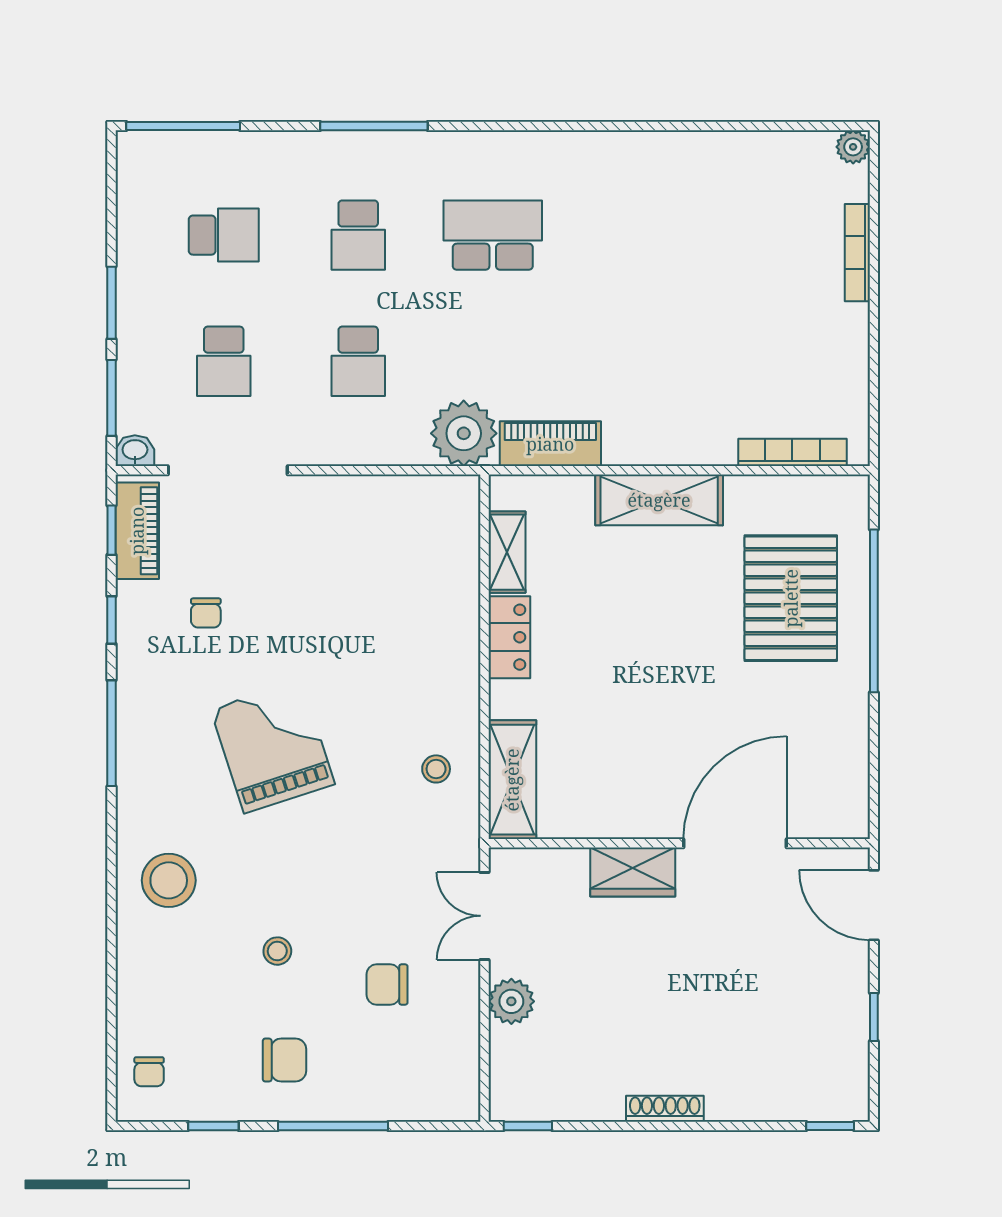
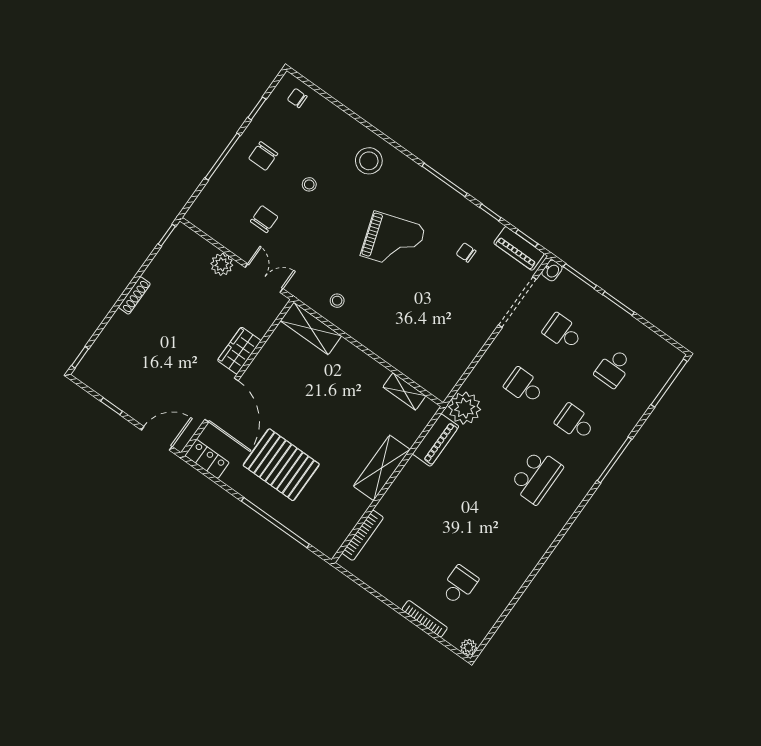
school desk: (762, 235) -> (459, 585), added
pallet: (791, 598) -> (281, 465), moved
locker: (509, 637) -> (207, 459), moved, turned 180

